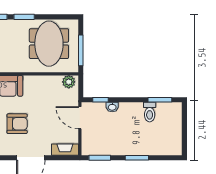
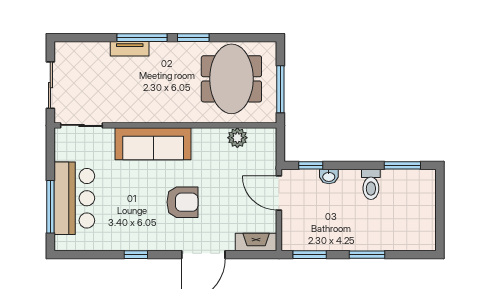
plant: (69, 82) -> (237, 138), moved
toilet: (150, 112) -> (371, 184), moved

